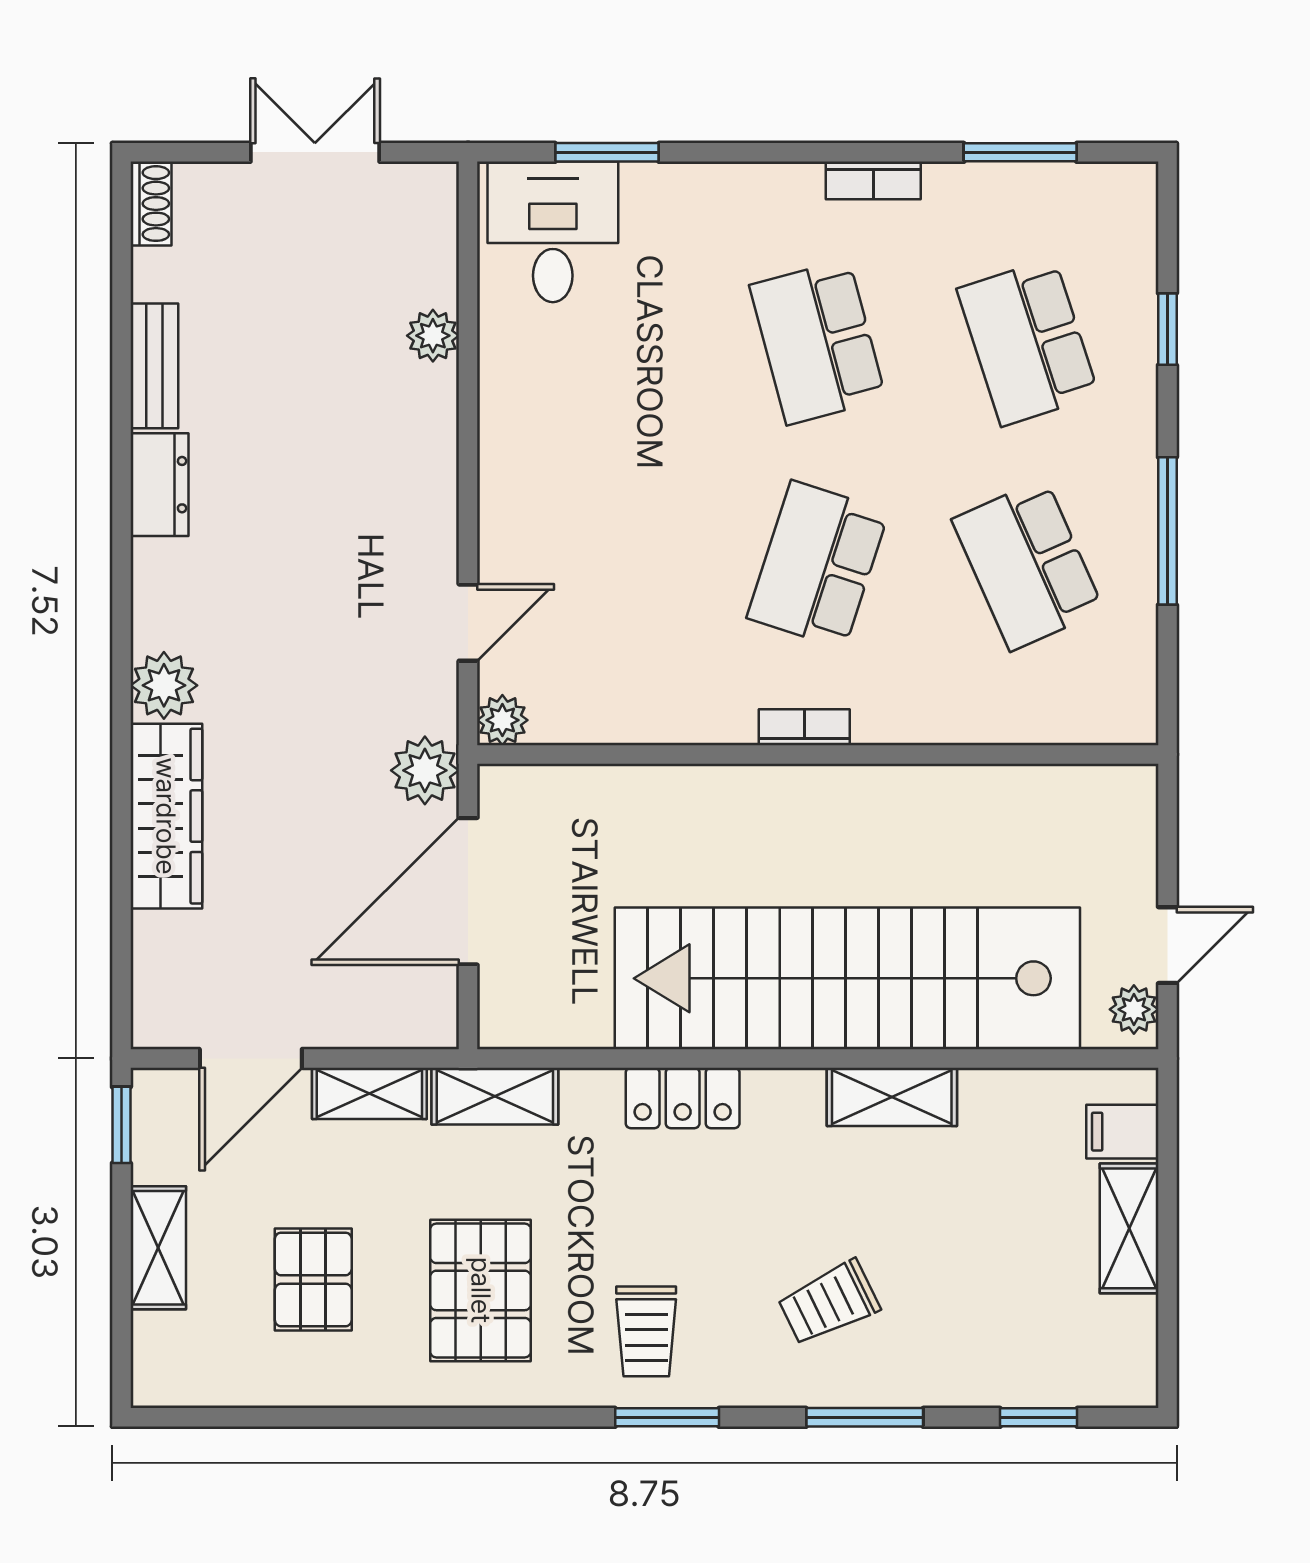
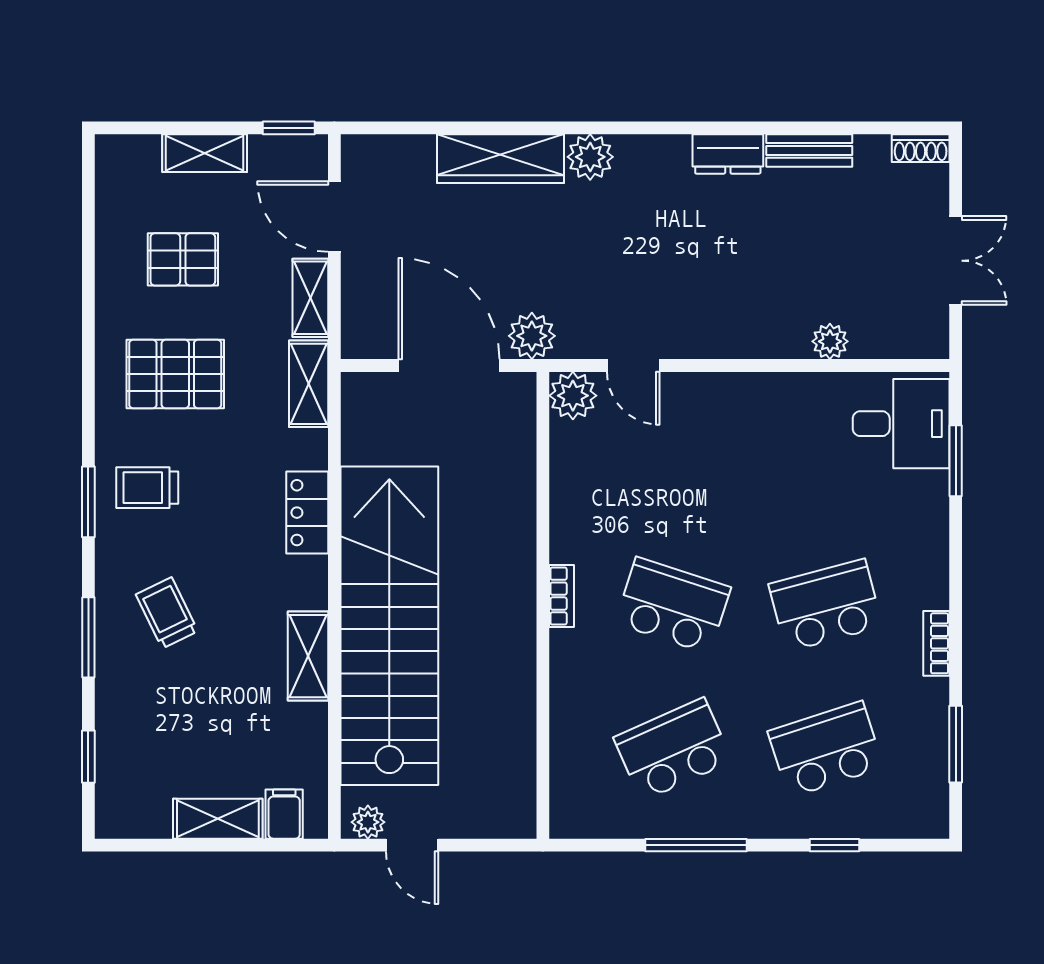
plant: (502, 720) -> (573, 396), width x1.38, depth x1.38

